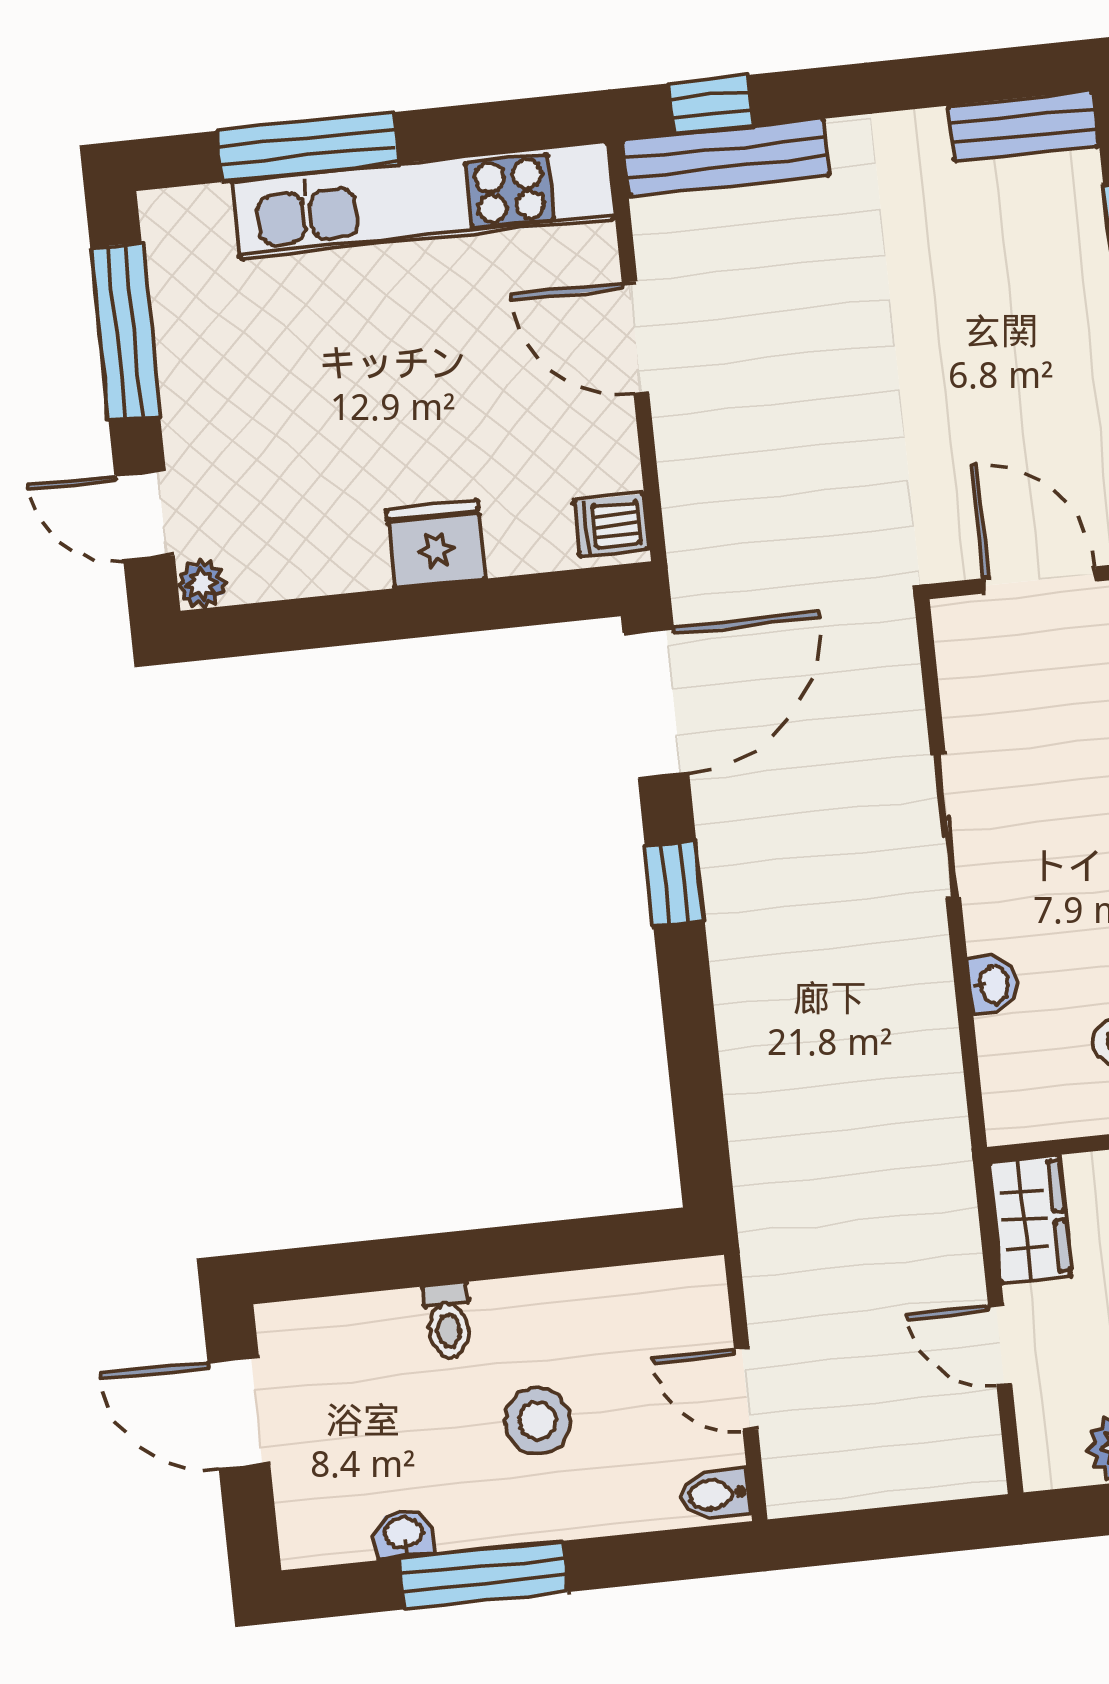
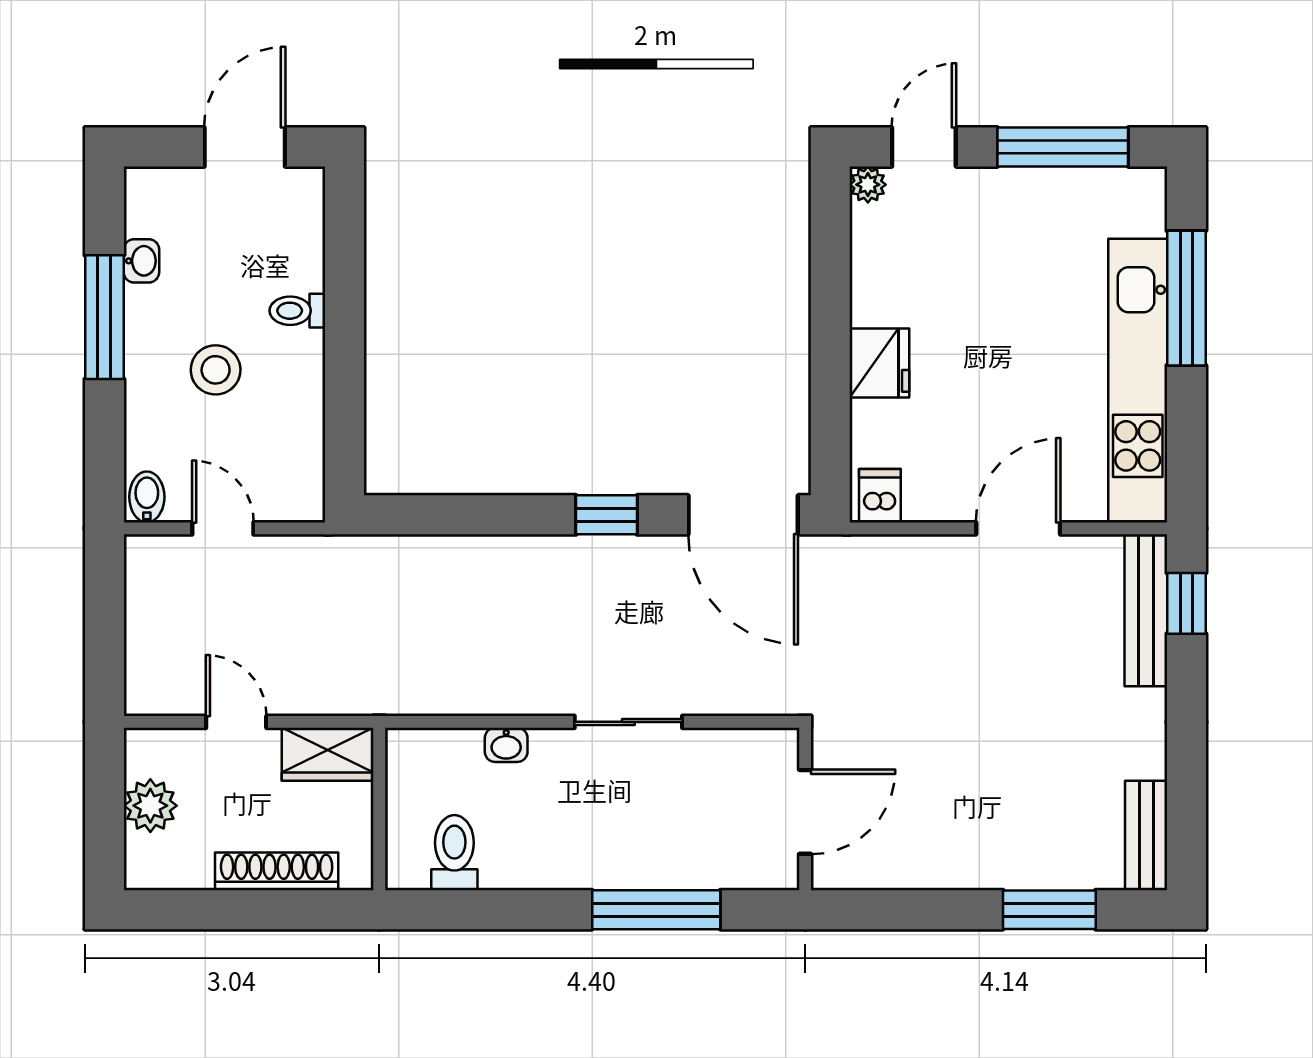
door: (1000, 1345) -> (236, 722), hinge flipped
door: (746, 1389) -> (223, 528), hinge flipped

